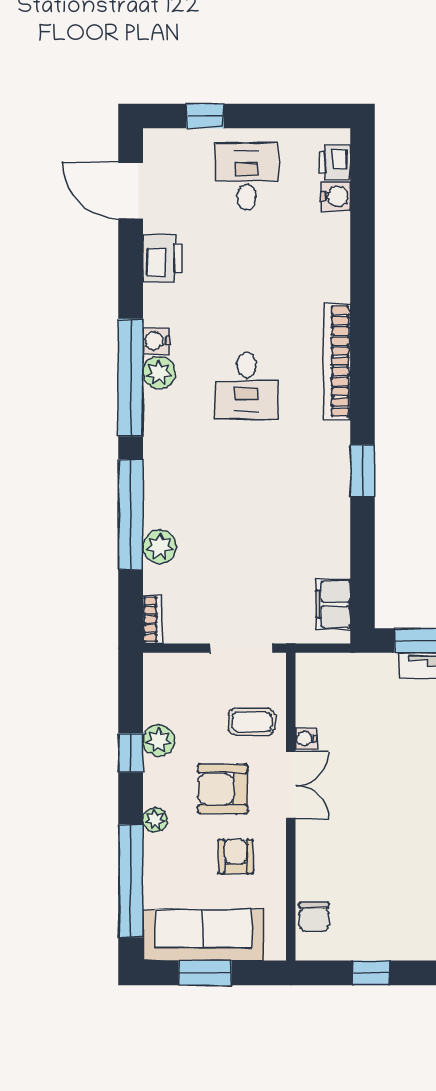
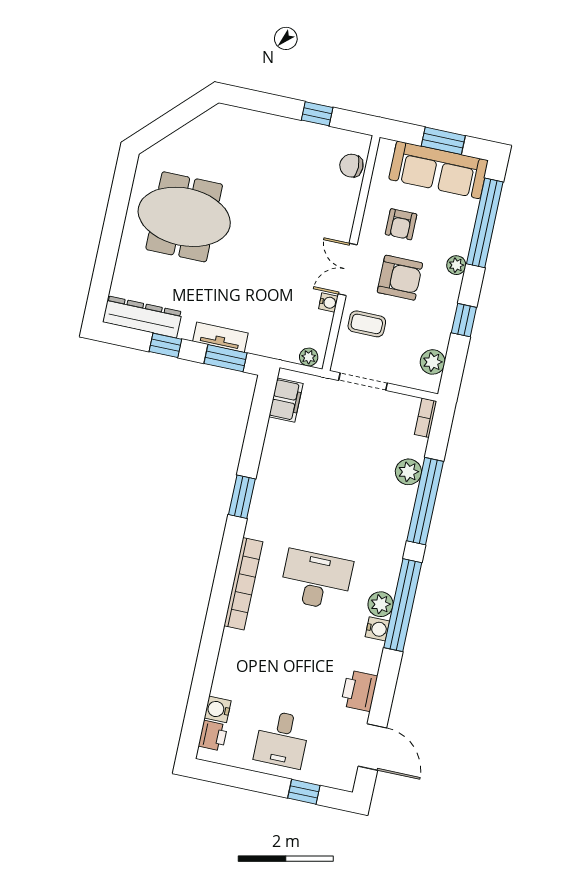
desk: (247, 386) -> (316, 580), width x1.37
plant: (316, 664) -> (309, 357), added
plant: (159, 740) -> (433, 362), moved
chair: (314, 917) -> (351, 166), turned -90

